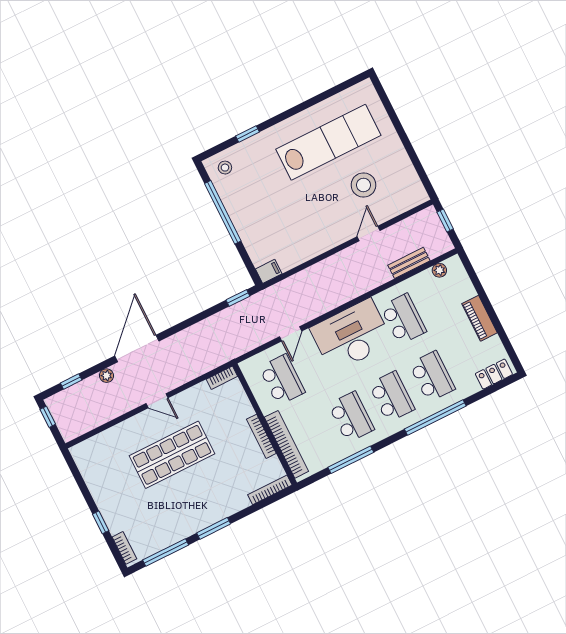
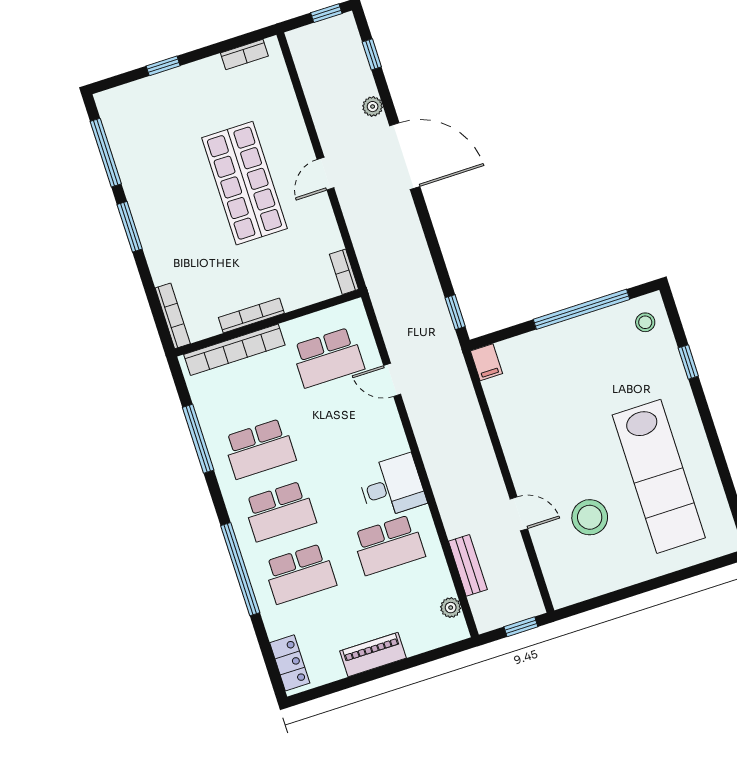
desk: (351, 336) -> (392, 486), width x0.53, depth x0.77
bookcase: (124, 548) -> (244, 55), moved

